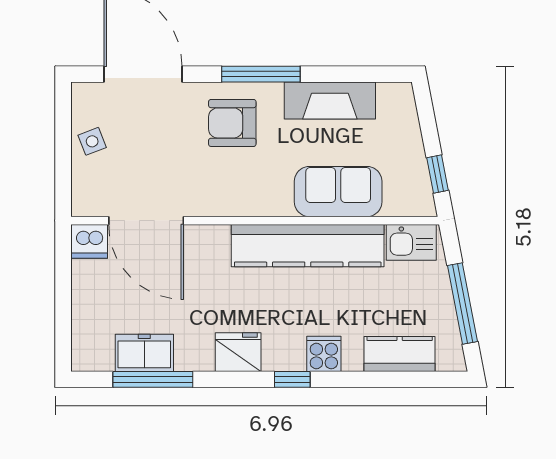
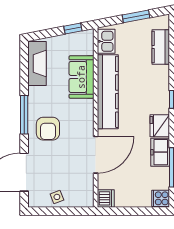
fireplace: (330, 101) -> (37, 64), moved
door: (146, 221) -> (96, 155), moved
window: (462, 303) -> (136, 16), width x0.69
freezer: (144, 353) -> (160, 152), moved
cooker: (324, 354) -> (161, 198), moved

